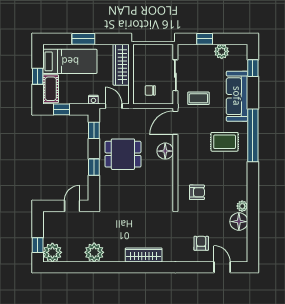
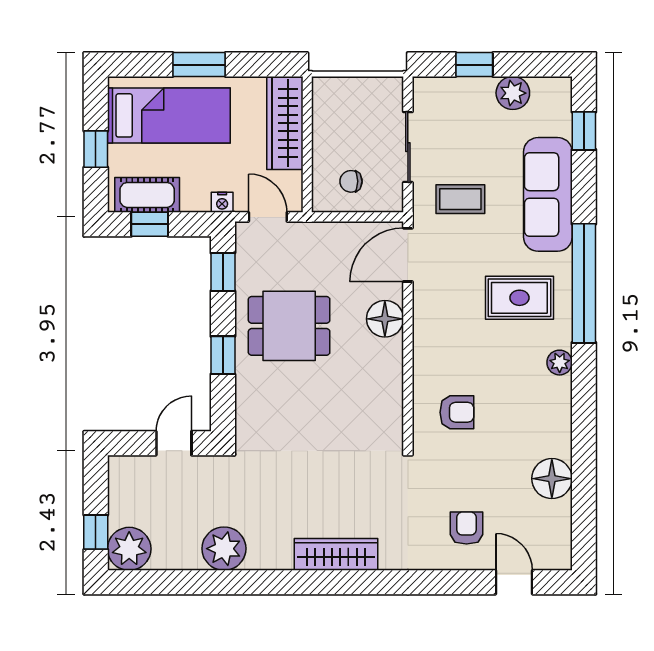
cot: (51, 89) -> (147, 195), moved, turned 90
plant: (242, 206) -> (560, 363), moved

